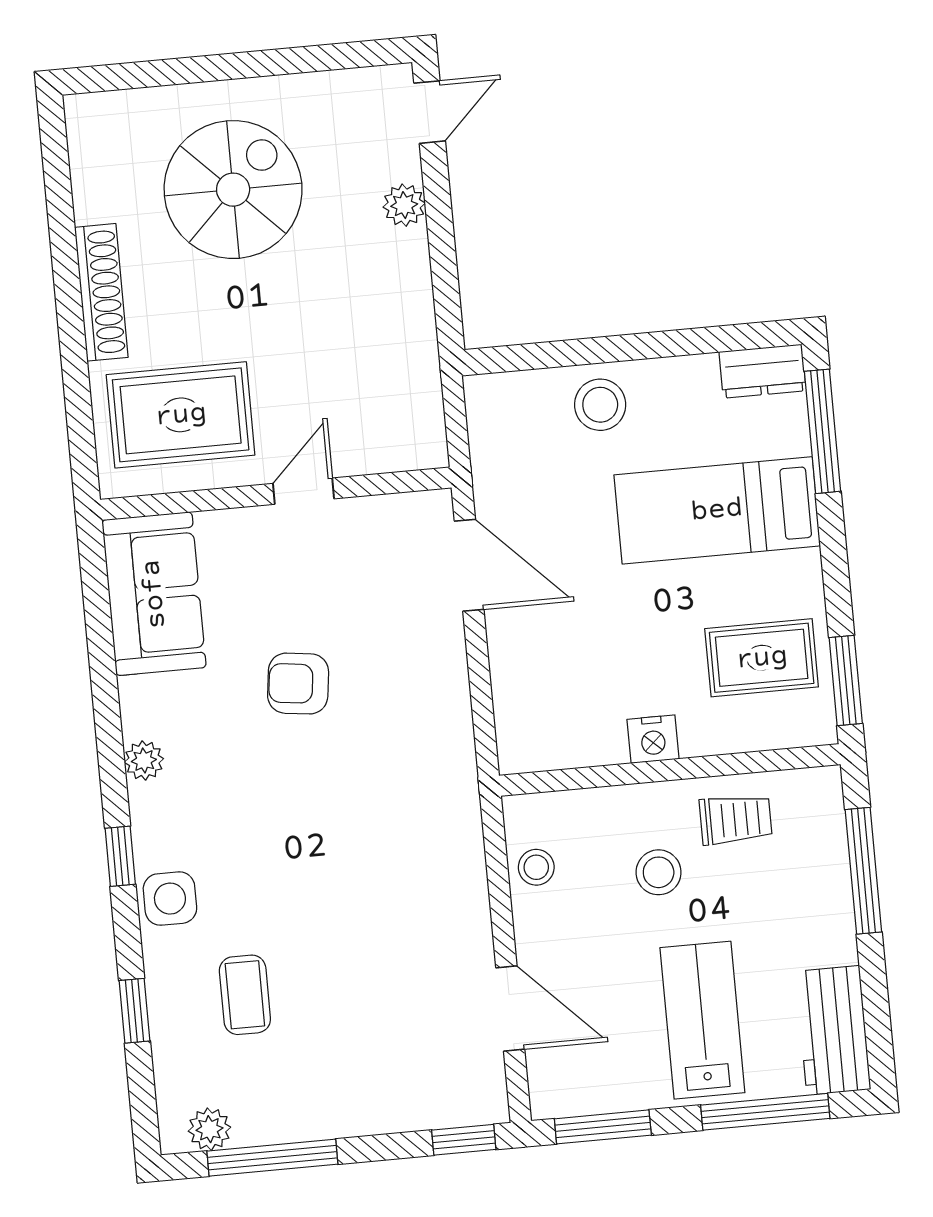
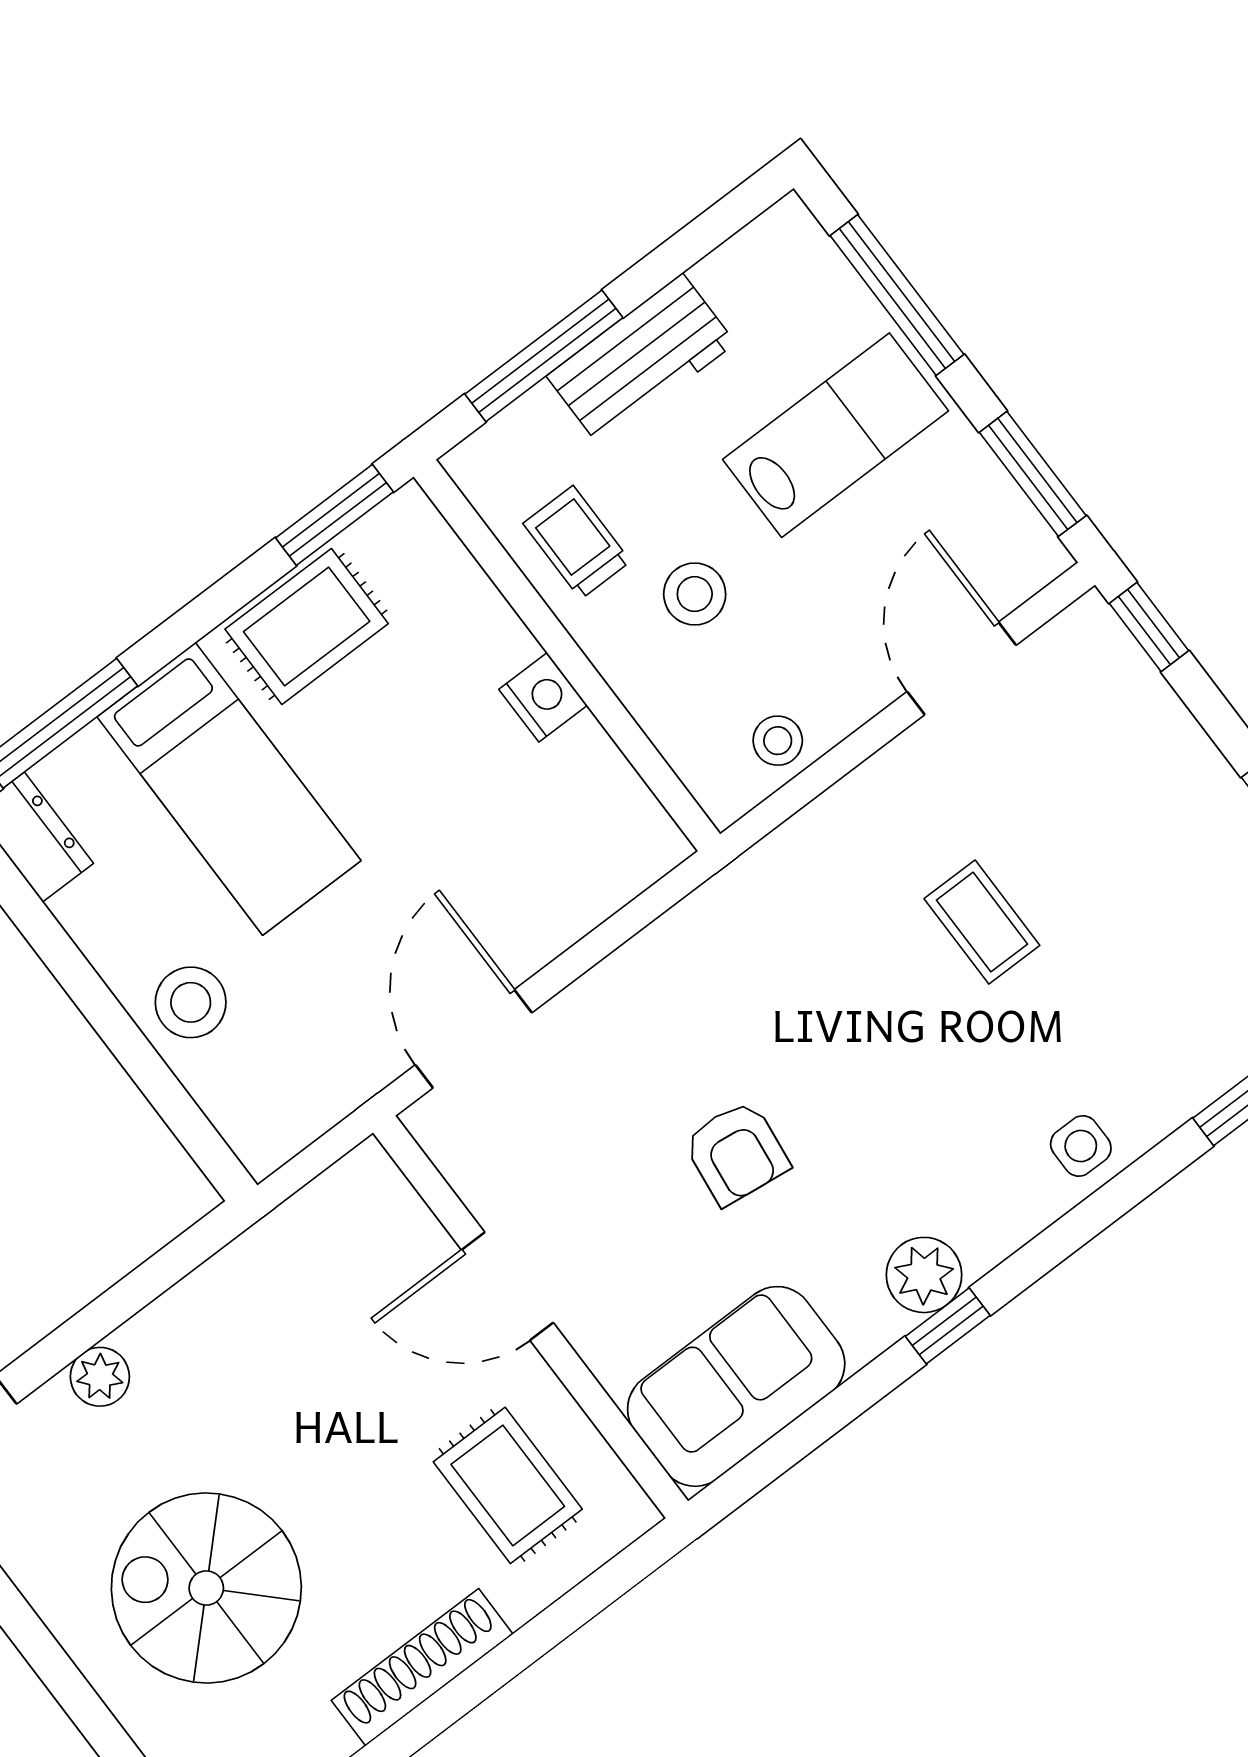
rug: (181, 415) -> (508, 1485), width x0.73, depth x0.70
door: (304, 491) -> (507, 1286), width x1.37
rug: (762, 658) -> (307, 626), moved, turned 90
plant: (144, 760) -> (924, 1275), width x1.38, depth x1.38
window: (120, 856) -> (948, 1326), moved
side table: (170, 899) -> (1081, 1146), width x0.73, depth x0.73
coffee table: (245, 995) -> (982, 922), moved, turned 90
lab bench: (702, 1020) -> (835, 435), turned 180
workbench: (833, 1030) -> (641, 360), moved

